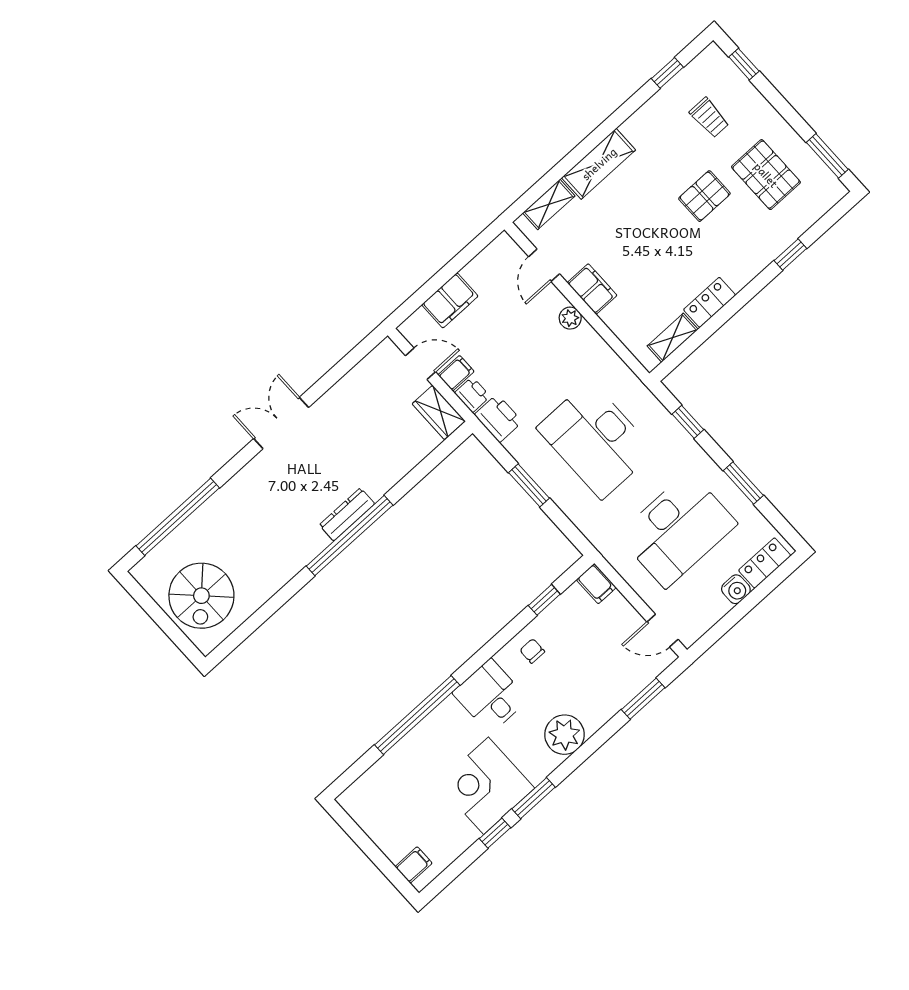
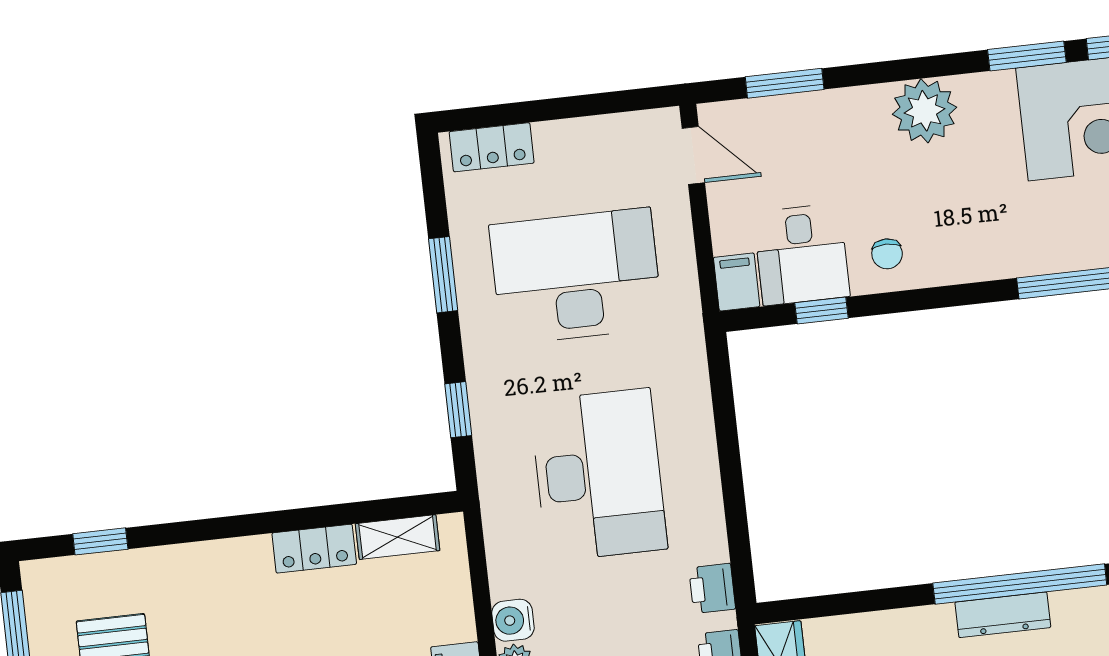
window: (790, 254) -> (100, 541), moved
printer: (498, 418) -> (712, 588), width x0.73, depth x0.81
window: (529, 485) -> (732, 478), removed
water cooler: (736, 589) -> (513, 620), moved, turned -90
desk: (490, 696) -> (802, 254), moved

